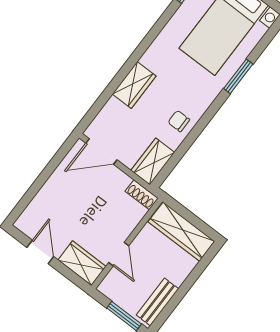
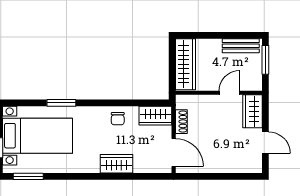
shoe rack: (142, 195) -> (181, 122), moved
door: (40, 252) -> (265, 143), swing flipped

